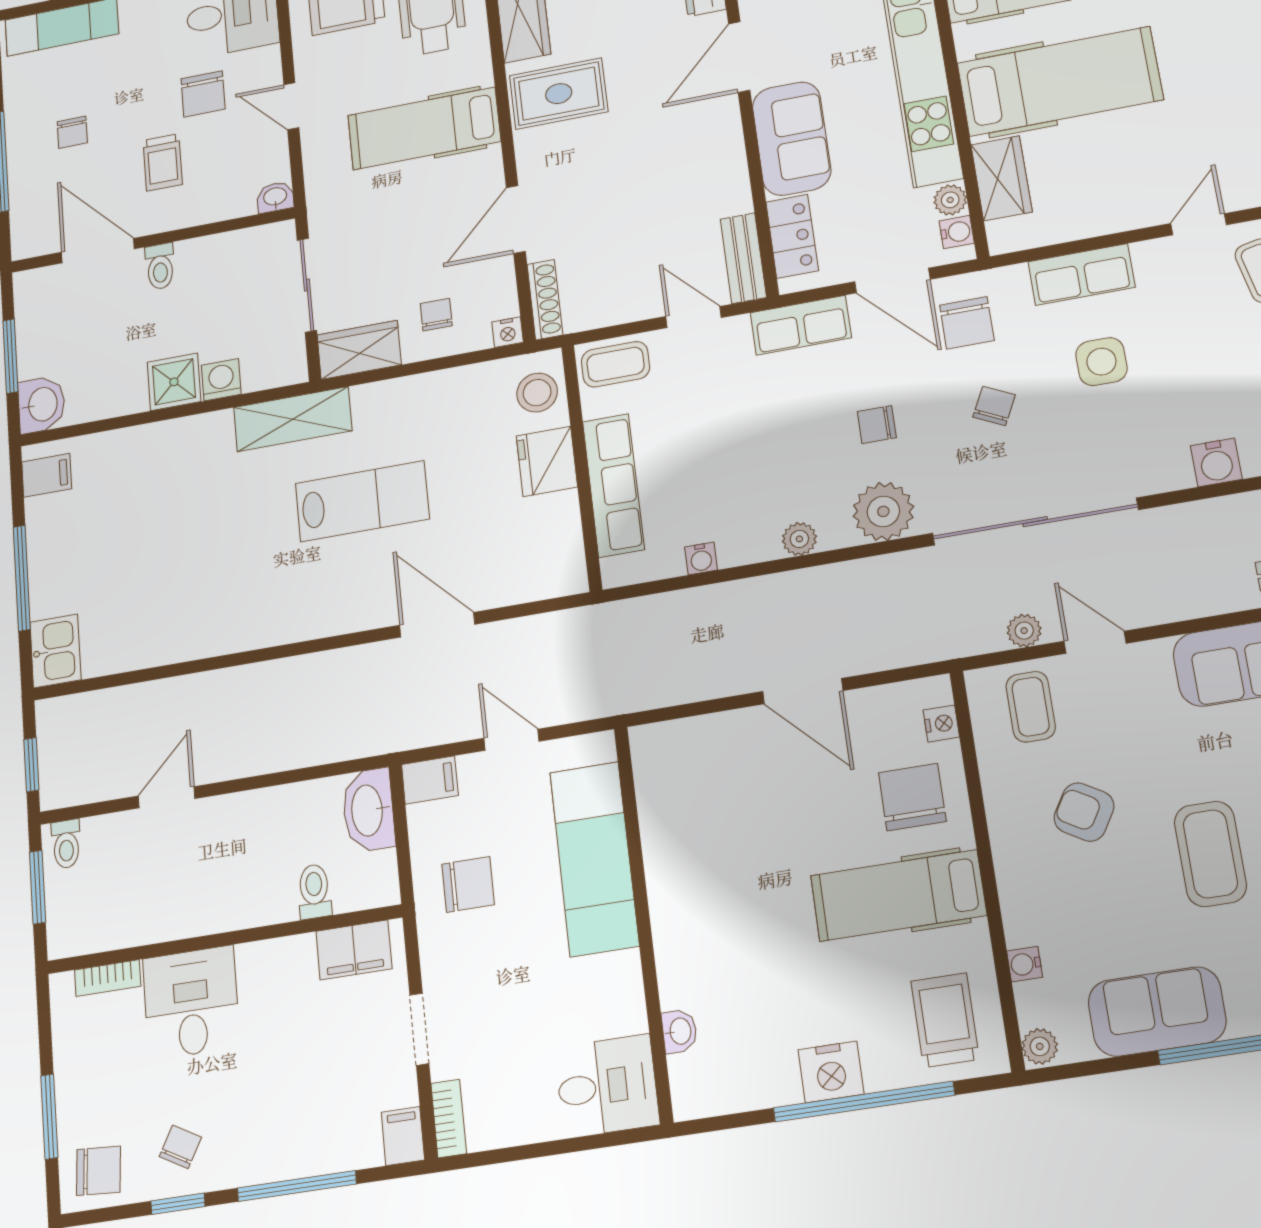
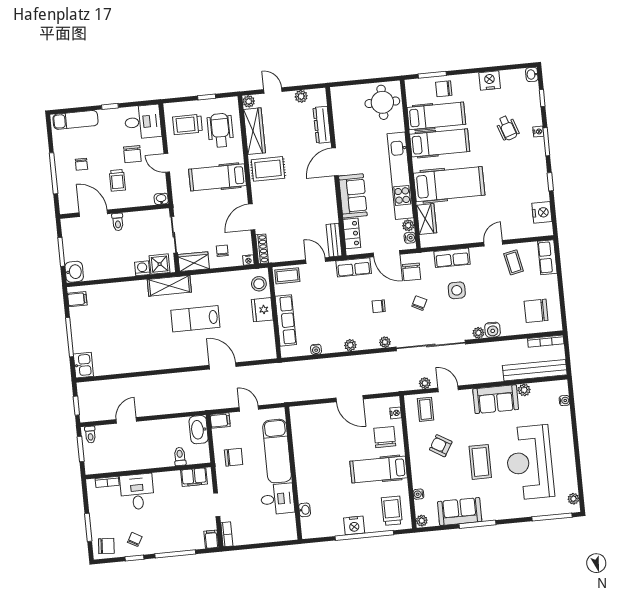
shower: (174, 382) -> (160, 264), moved
plant: (1175, 475) -> (478, 333), added
lab bench: (362, 501) -> (195, 319), turned 180
plant: (883, 511) -> (385, 342), width x0.53, depth x0.53
desk: (607, 1086) -> (277, 499), moved

